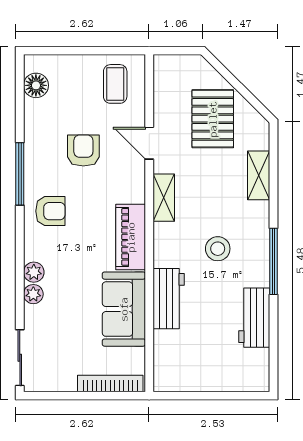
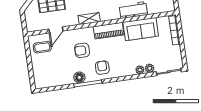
floor lamp: (36, 85) -> (79, 77), moved
door: (149, 143) -> (56, 30), moved
armchair: (83, 151) -> (82, 50), moved
plant: (34, 272) -> (150, 68), moved

